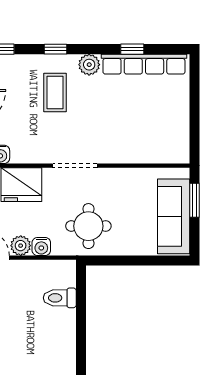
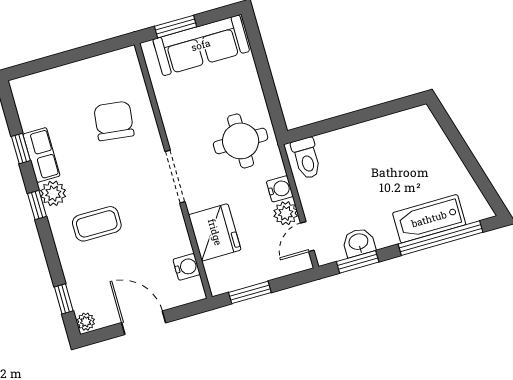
window: (56, 49) -> (37, 205), moved
row of seats: (144, 64) -> (42, 155), width x0.50
chair: (133, 130) -> (114, 121), added
toilet: (60, 298) -> (306, 158), moved

